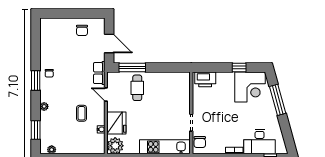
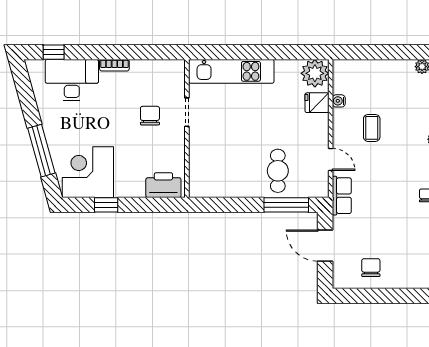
fridge: (116, 123) -> (317, 103), width x0.53, depth x0.75
chair: (200, 142) -> (150, 116), moved

